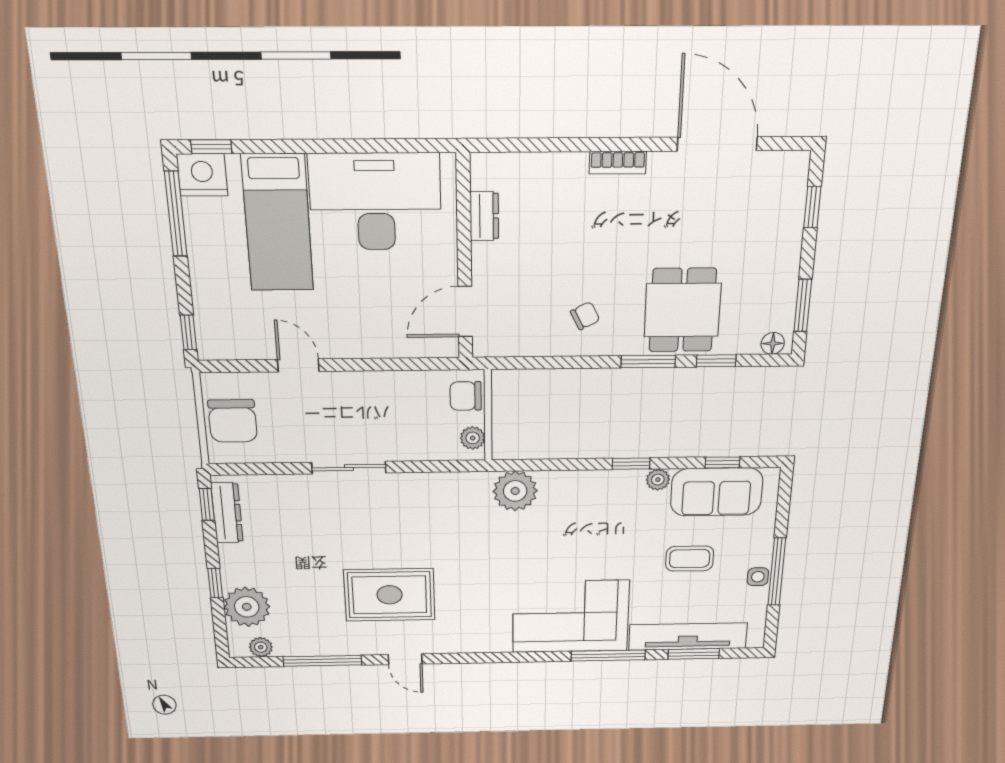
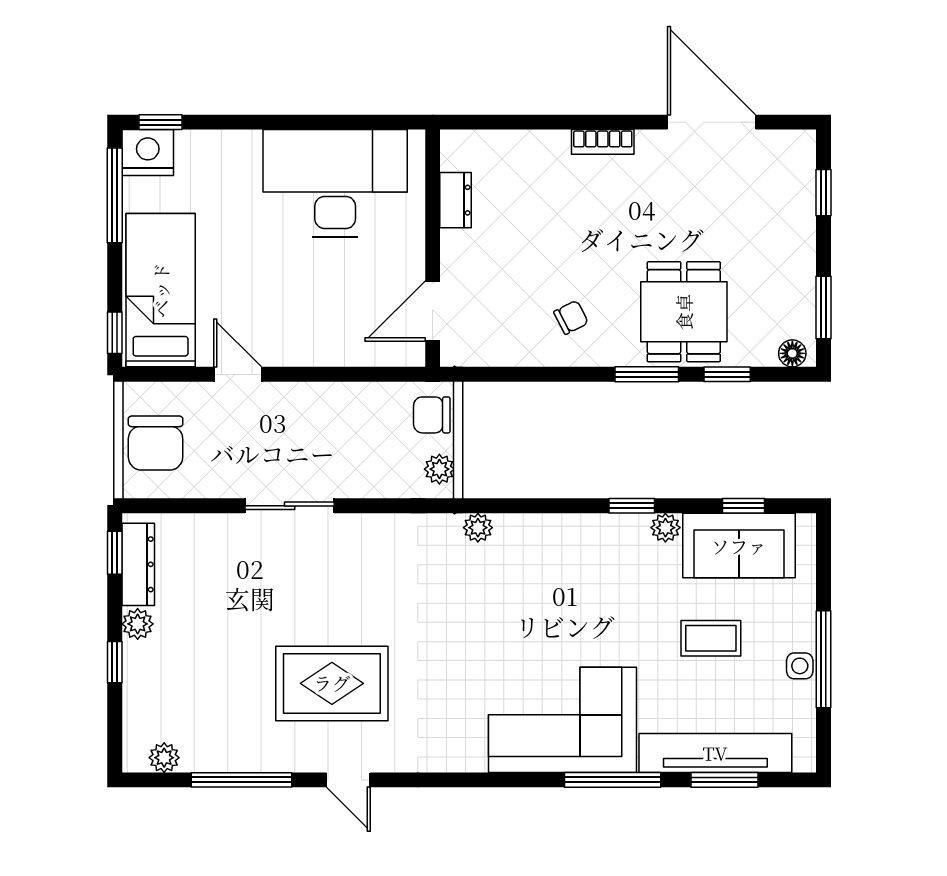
bed: (278, 223) -> (161, 290), moved, turned 180
plant: (515, 491) -> (478, 528), width x0.53, depth x0.53
plant: (247, 607) -> (138, 624), moved, width x0.53, depth x0.53

